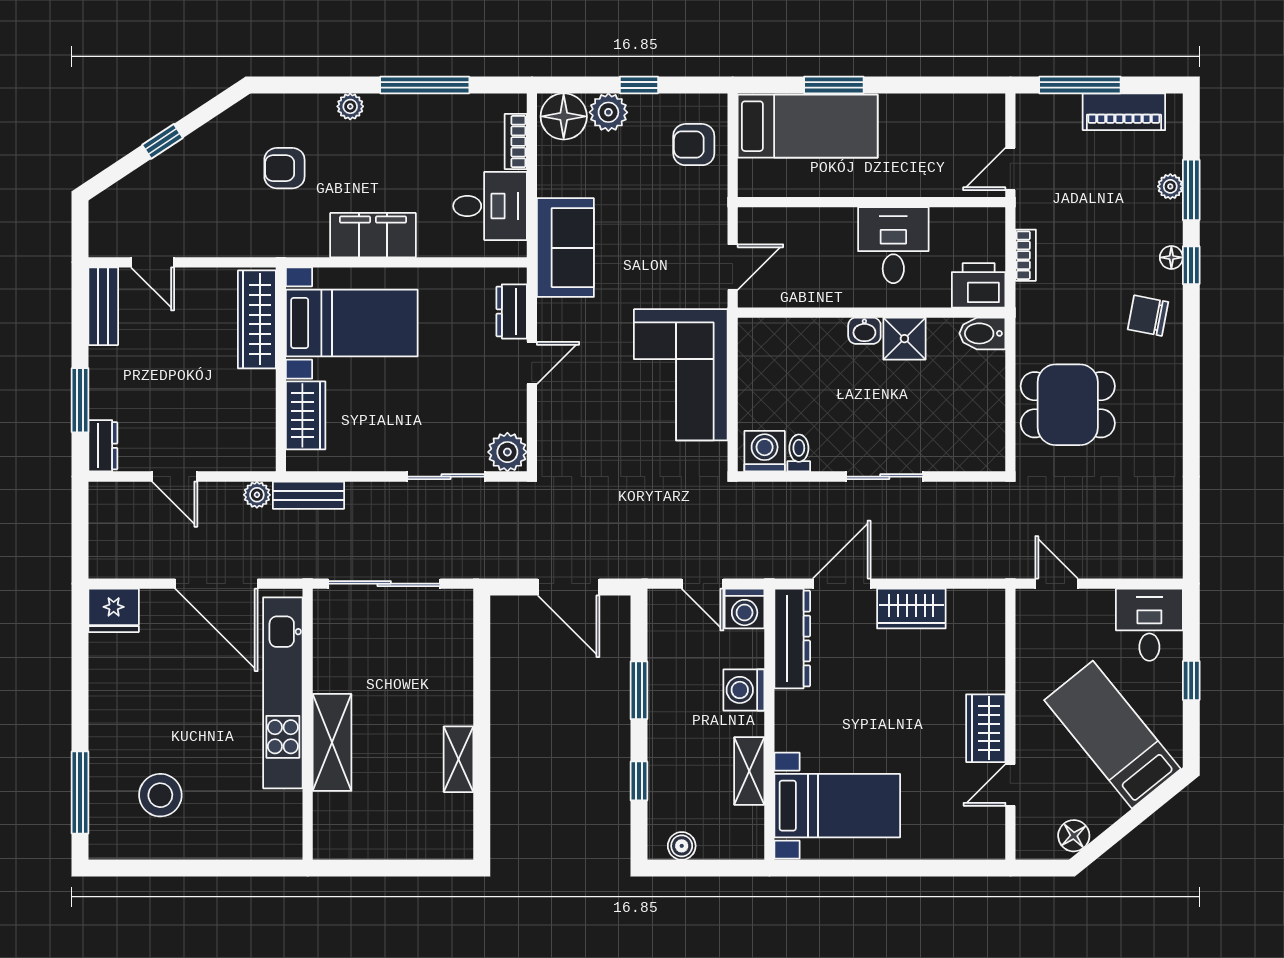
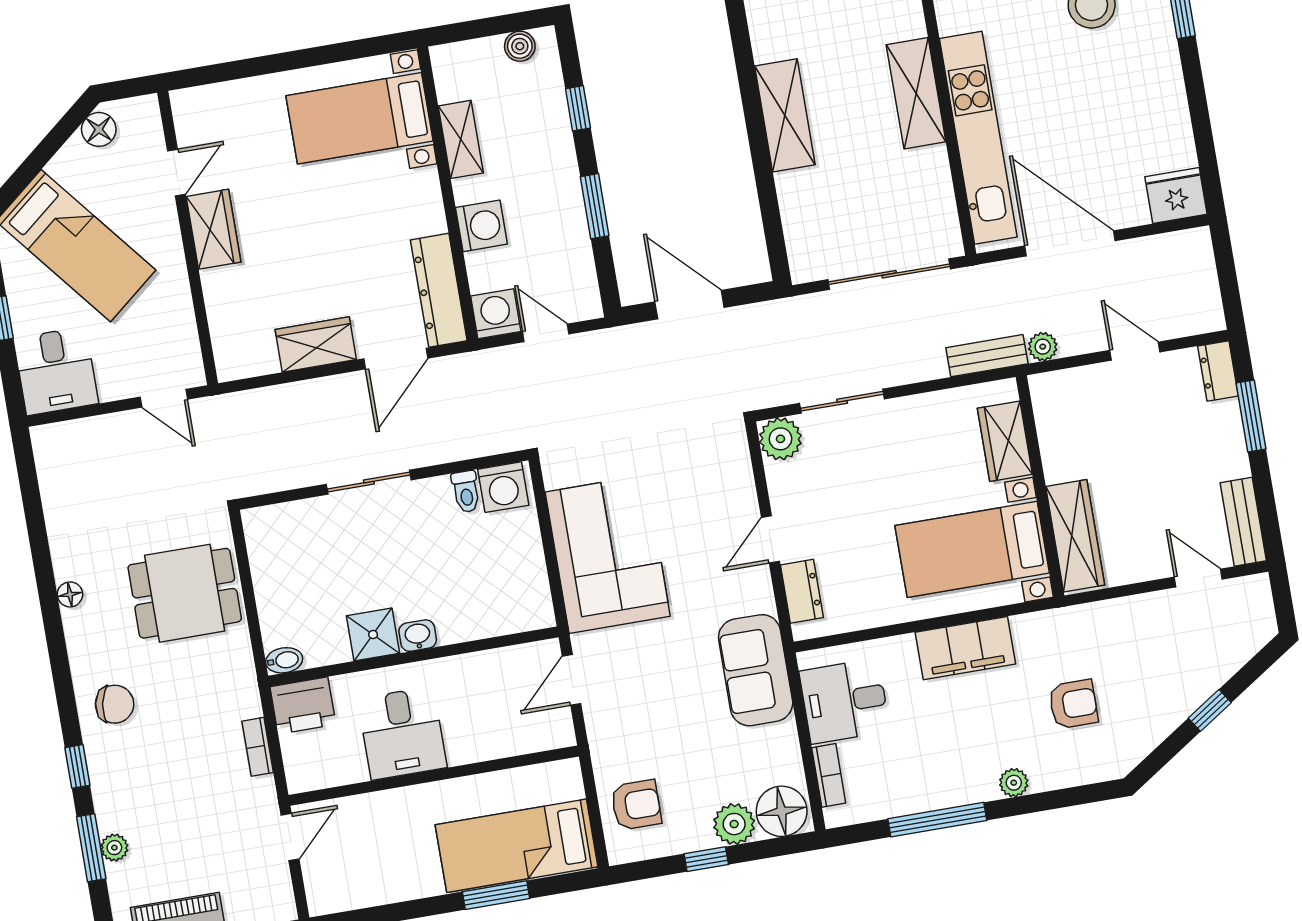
floor lamp: (1171, 257) -> (70, 594), moved
bidet: (982, 333) -> (284, 660), width x0.72, depth x0.74
shelving: (458, 759) -> (785, 115), width x1.50, depth x1.33

